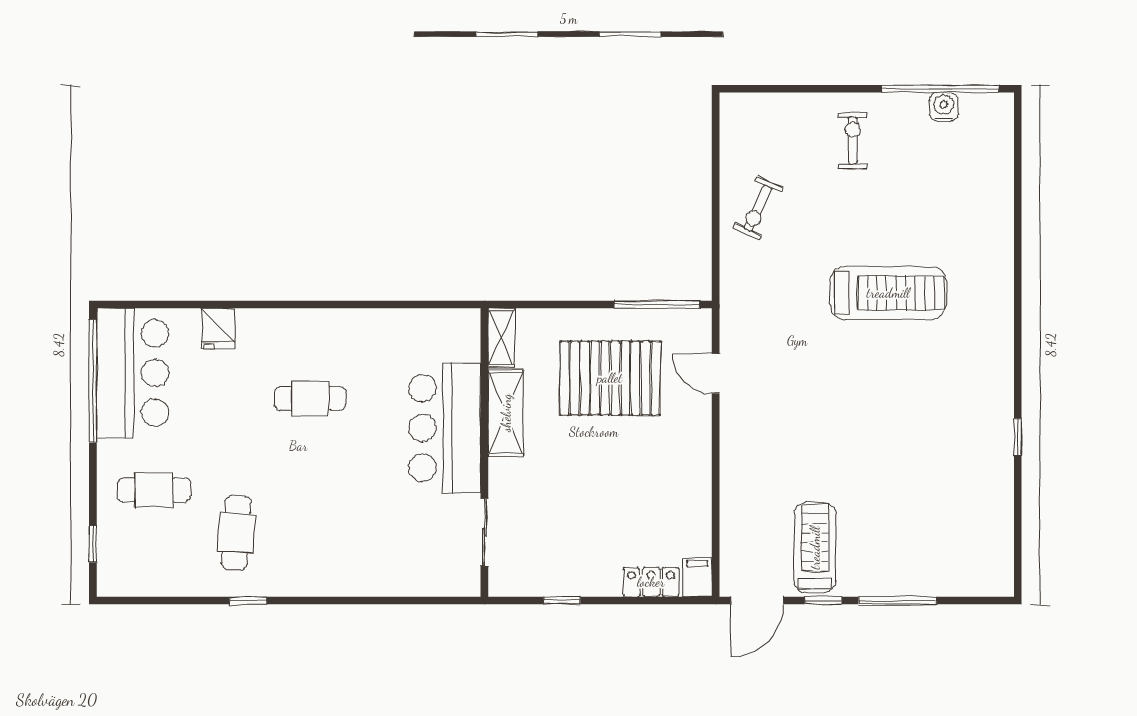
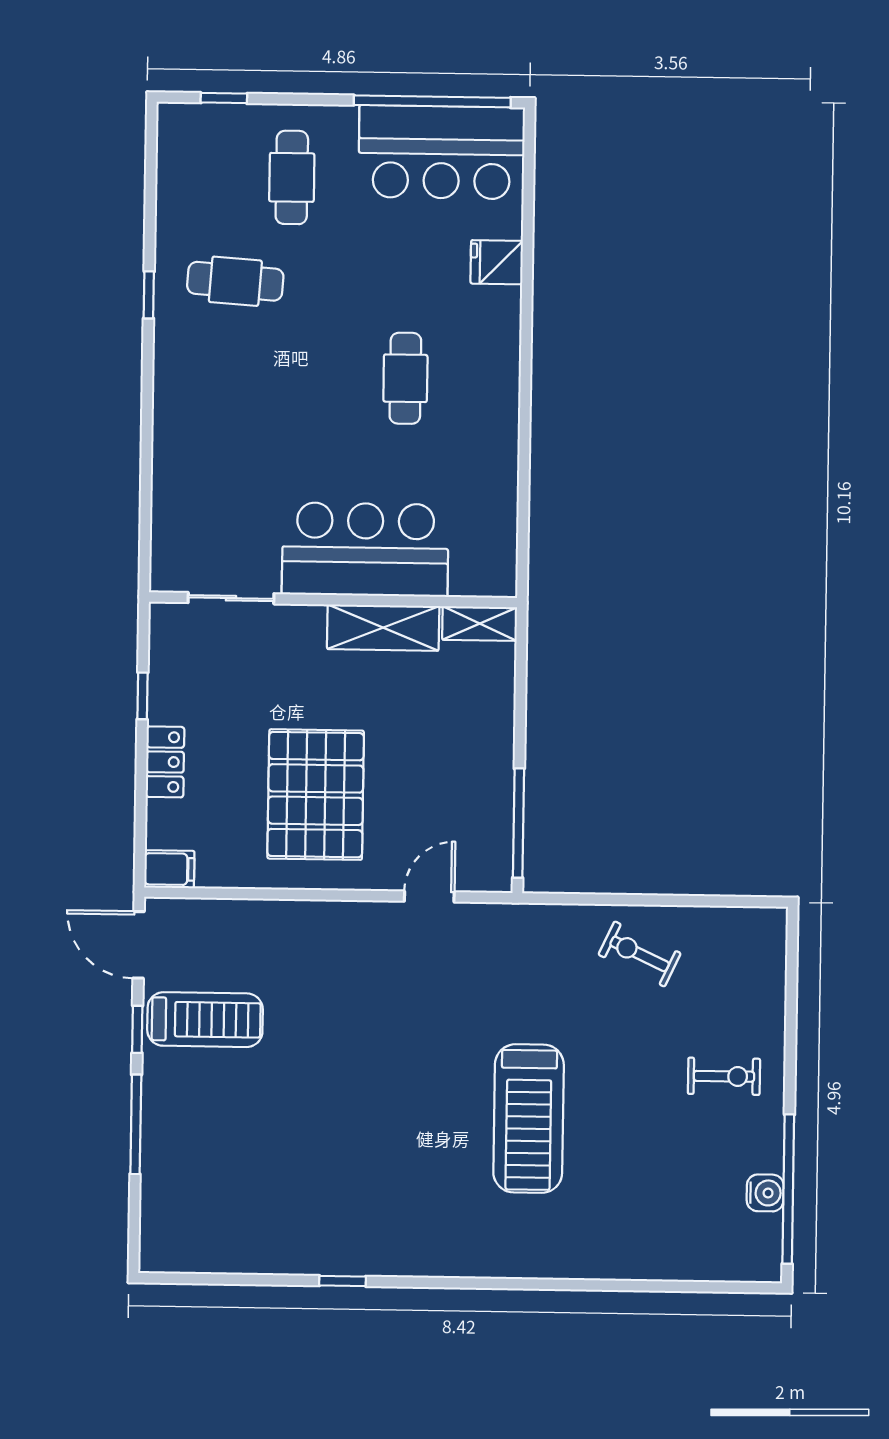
pallet: (610, 378) -> (316, 795), moved
locker: (651, 582) -> (165, 762), moved

